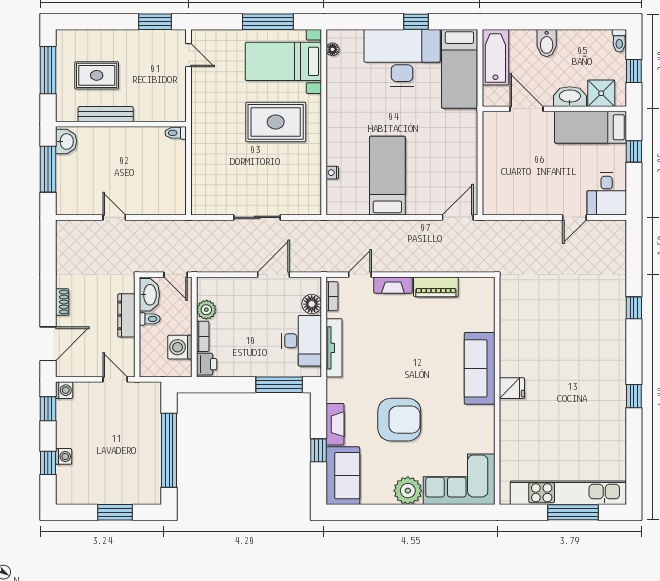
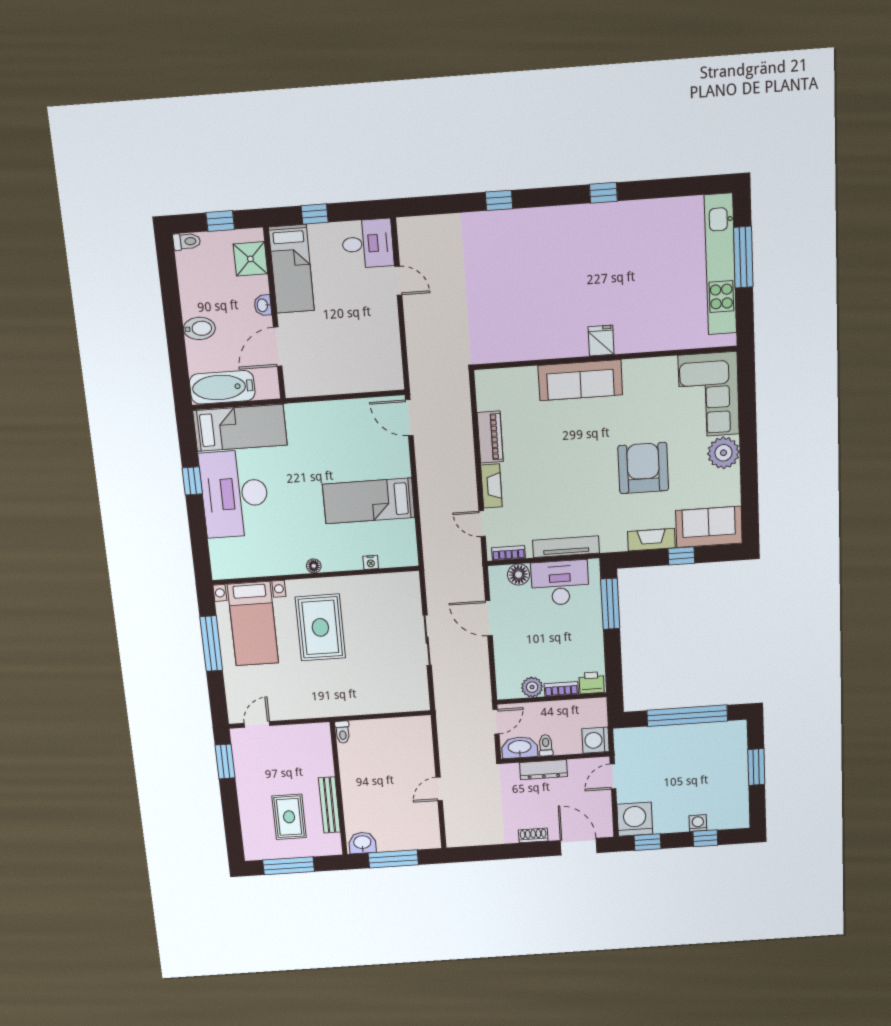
floor lamp: (333, 49) -> (314, 566), moved
washbasin: (570, 97) -> (263, 305), width x0.52, depth x0.69
washing machine: (180, 347) -> (596, 740), moved, turned 90
washing machine: (64, 390) -> (635, 819), width x1.89, depth x1.89

